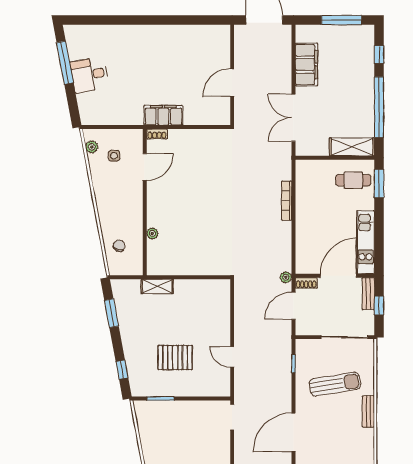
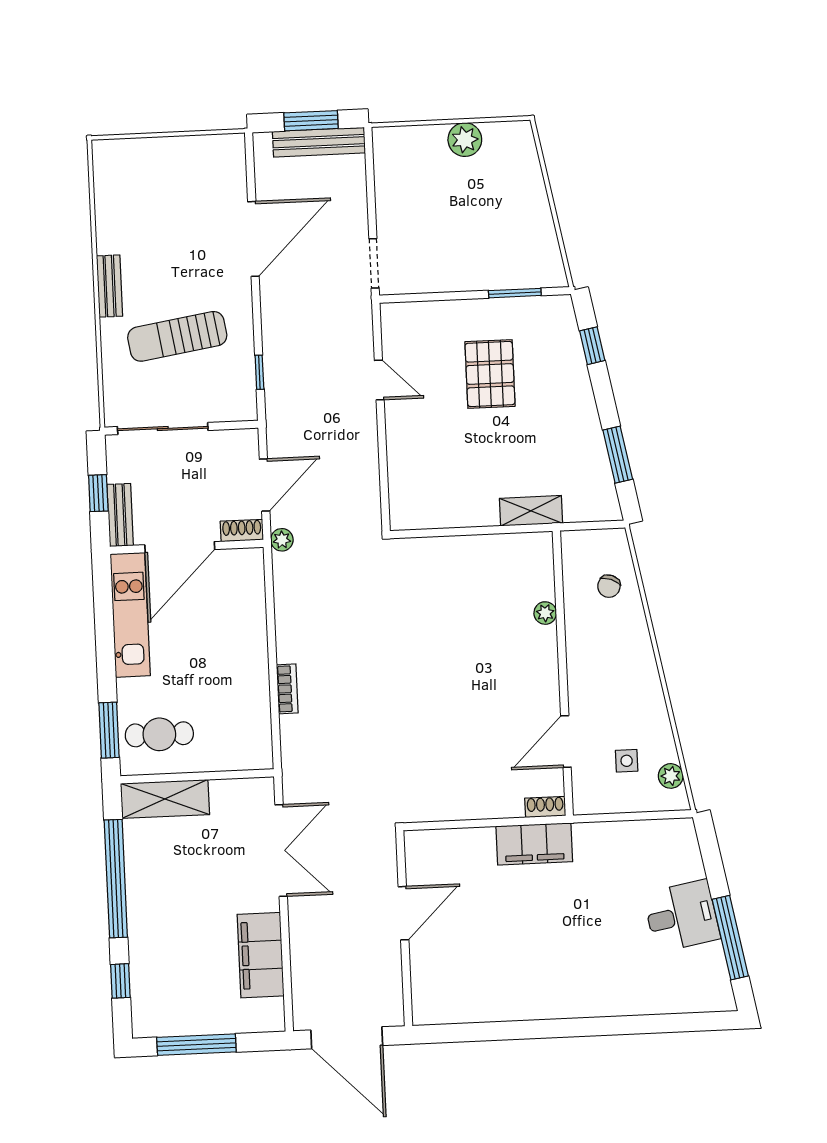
bookcase: (287, 201) -> (287, 689), width x0.64
pallet: (175, 358) -> (490, 374), turned 90

